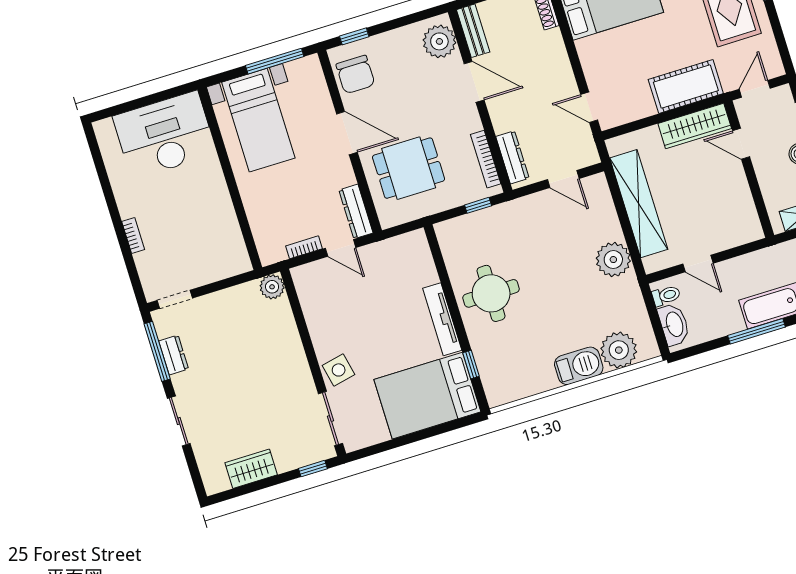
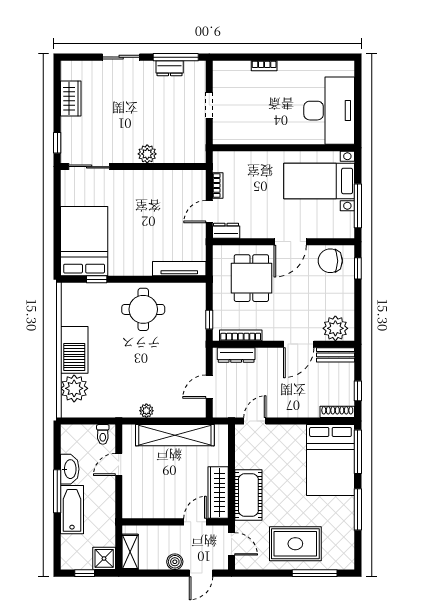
dresser: (356, 211) -> (226, 231), width x0.70
plant: (613, 260) -> (146, 411), width x0.53, depth x0.53
plant: (272, 287) -> (147, 154), moved
doorway: (175, 299) -> (209, 105), moved
tv unit: (442, 319) -> (179, 269), moved
washbasin: (674, 324) -> (70, 469), moved, turned -90
barbecue: (579, 366) -> (74, 350), width x1.37, depth x1.21
side table: (339, 370) -> (122, 183), removed

